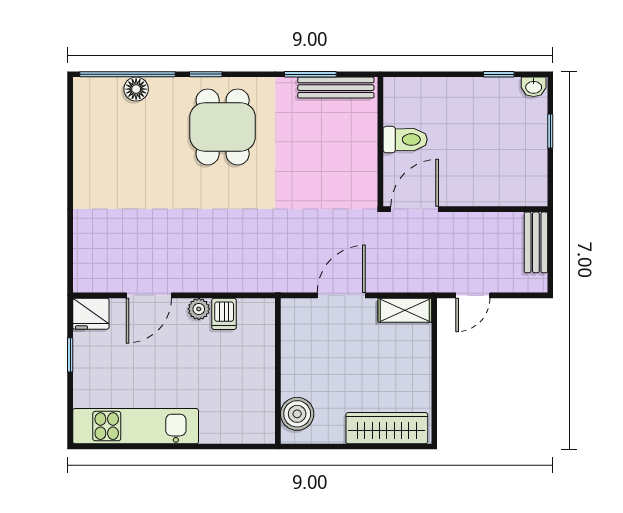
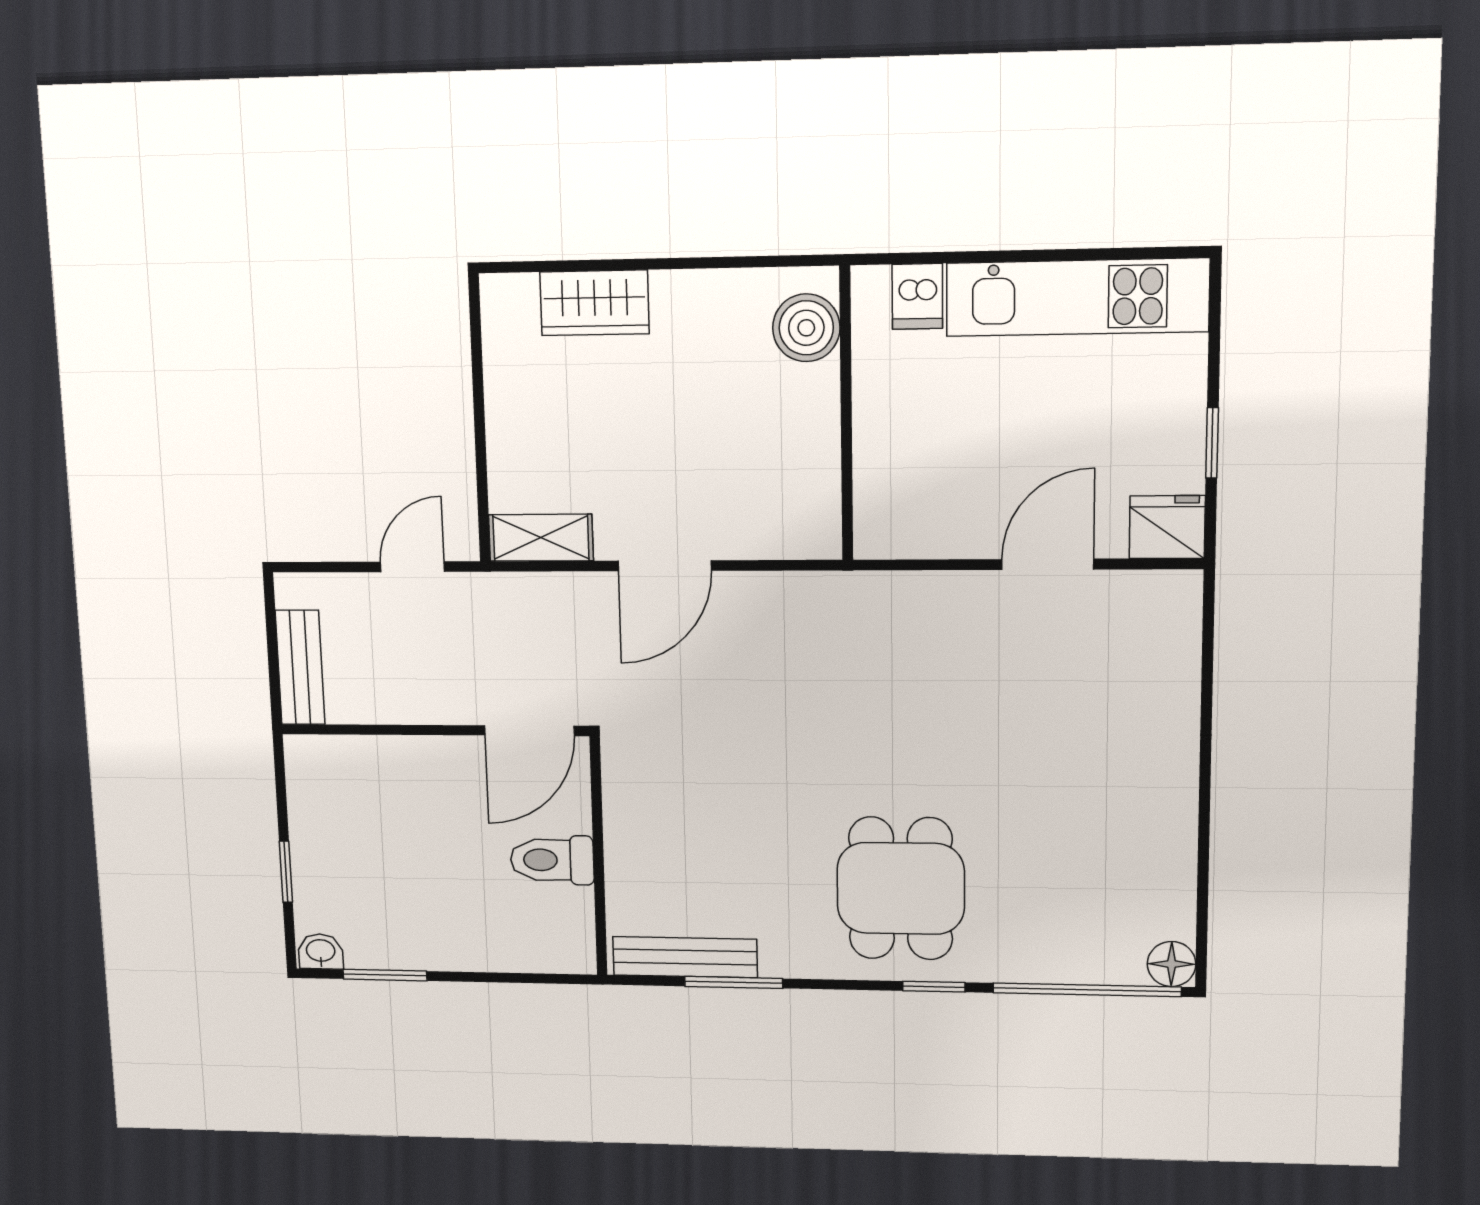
window: (499, 74) -> (385, 975), width x1.50
floor lamp: (136, 89) -> (1172, 964), moved
plant: (199, 309) -> (946, 538), removed
dishwasher: (224, 314) -> (917, 296), moved, turned 180
wall: (278, 371) -> (846, 414), moved
boiler: (297, 414) -> (806, 328), moved
wardrobe: (387, 428) -> (594, 303), width x0.67

